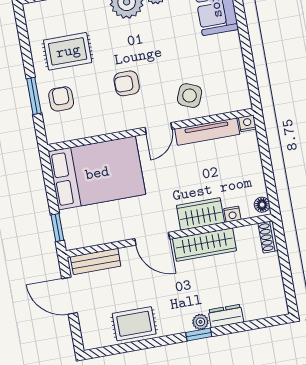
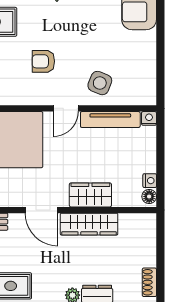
nightstand: (232, 214) -> (150, 181), moved, turned -90
shoe rack: (268, 237) -> (149, 282), moved

